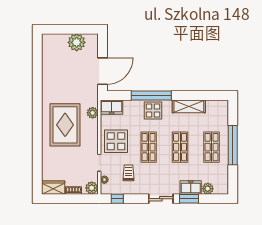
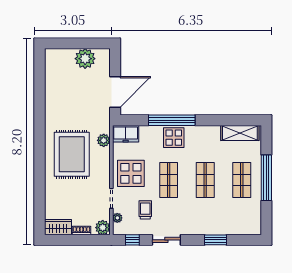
shelving: (189, 106) -> (240, 133), moved
freezer: (191, 188) -> (217, 227), removed
plant: (208, 189) -> (237, 228), removed
sliding door: (161, 199) -> (166, 240), moved

